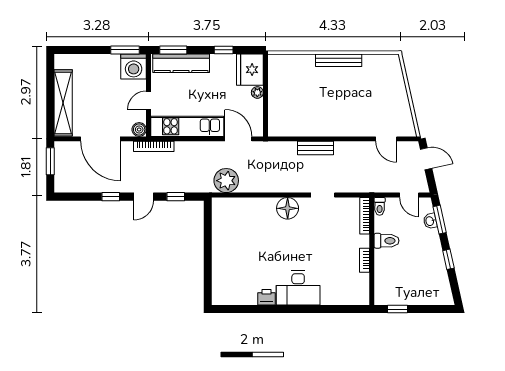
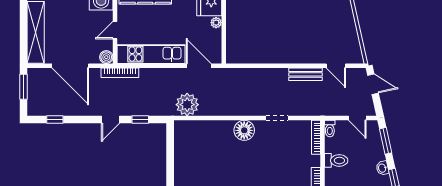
bench: (315, 148) -> (306, 74), moved
window: (111, 197) -> (55, 119), moved
washbasin: (430, 221) -> (382, 168), moved

